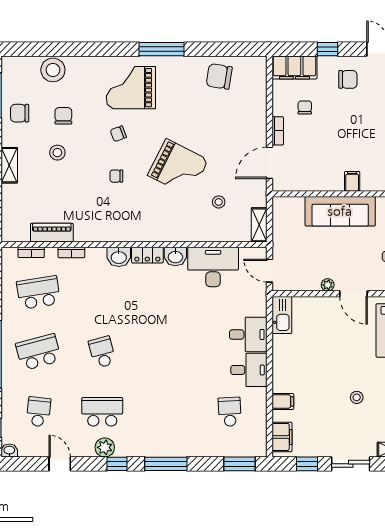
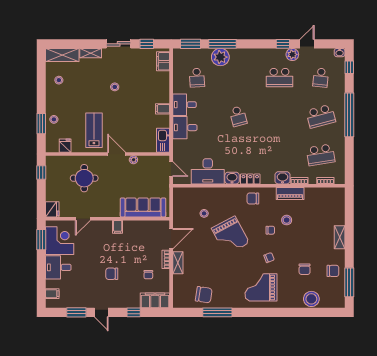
window: (161, 49) -> (217, 312), moved
chair: (348, 79) -> (112, 274), moved
grand piano: (131, 88) -> (261, 287), turned 180
stool: (57, 153) -> (287, 220), moved
grand piano: (178, 168) -> (230, 236), turned -145
sofa: (340, 211) -> (143, 207), moved
chair: (143, 225) -> (253, 198), added
shelving: (259, 225) -> (178, 263), moved
piano: (52, 233) -> (290, 194), moved
washbasin: (119, 257) -> (283, 178), moved
school desk: (102, 352) -> (238, 116), moved
filing cabinet: (283, 401) -> (163, 109), moved
plant: (194, 444) -> (220, 57), added
plant: (105, 447) -> (292, 54), moved
door: (60, 464) -> (307, 44), swing flipped
window: (117, 464) -> (283, 44), moved
window: (166, 464) -> (223, 44), moved

